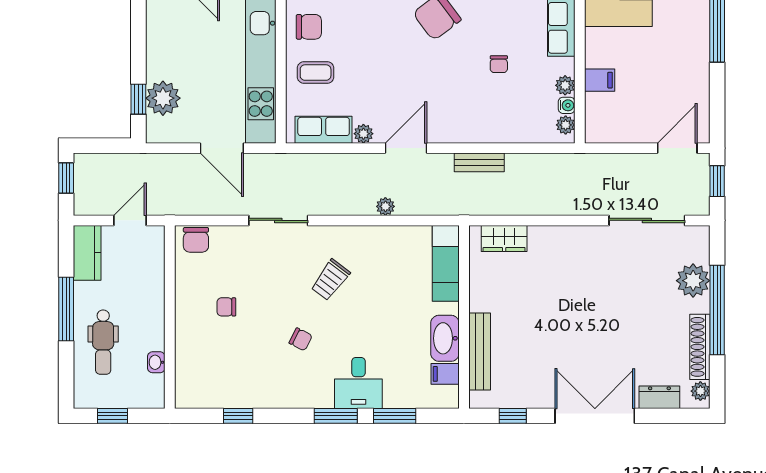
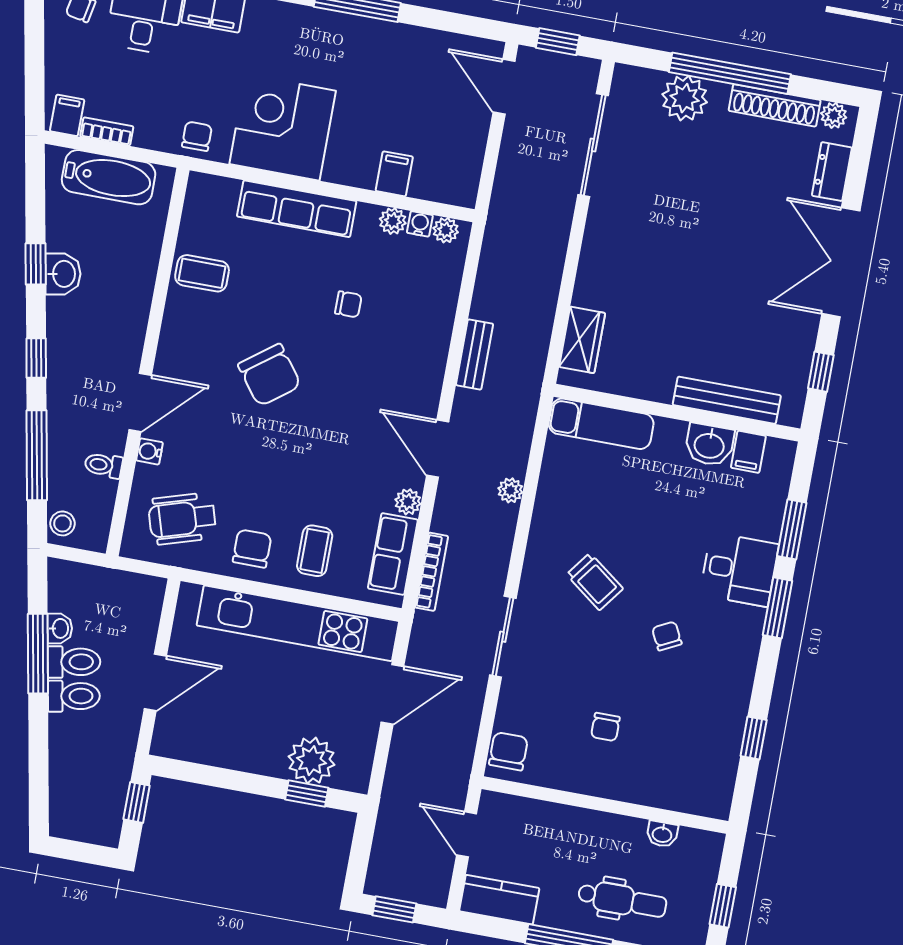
bookcase: (316, 160) -> (432, 572), added
chair: (196, 240) -> (508, 751), turned -90
washbasin: (445, 338) -> (709, 445), width x0.72
chair: (301, 339) -> (667, 636), turned -54

